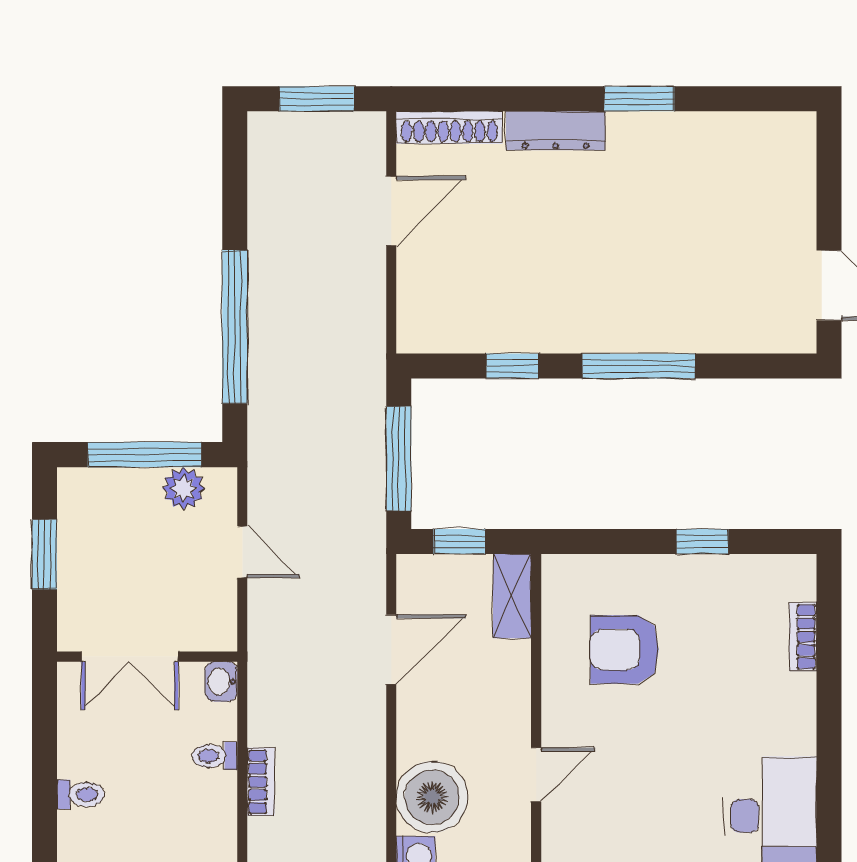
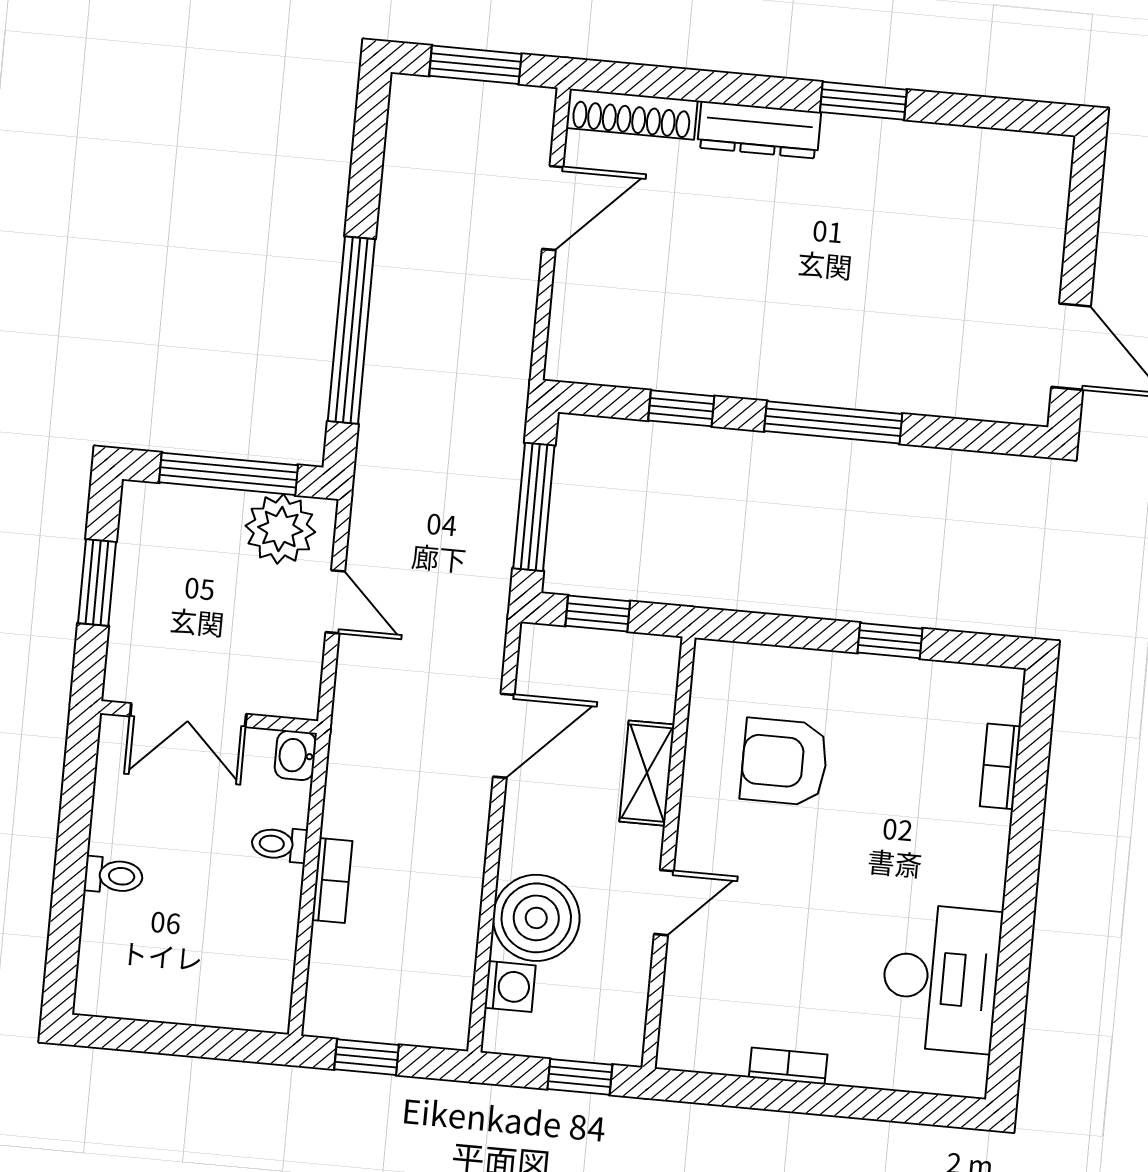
plant: (184, 488) -> (280, 529), width x1.36, depth x1.36
shelving: (512, 596) -> (647, 773), moved

